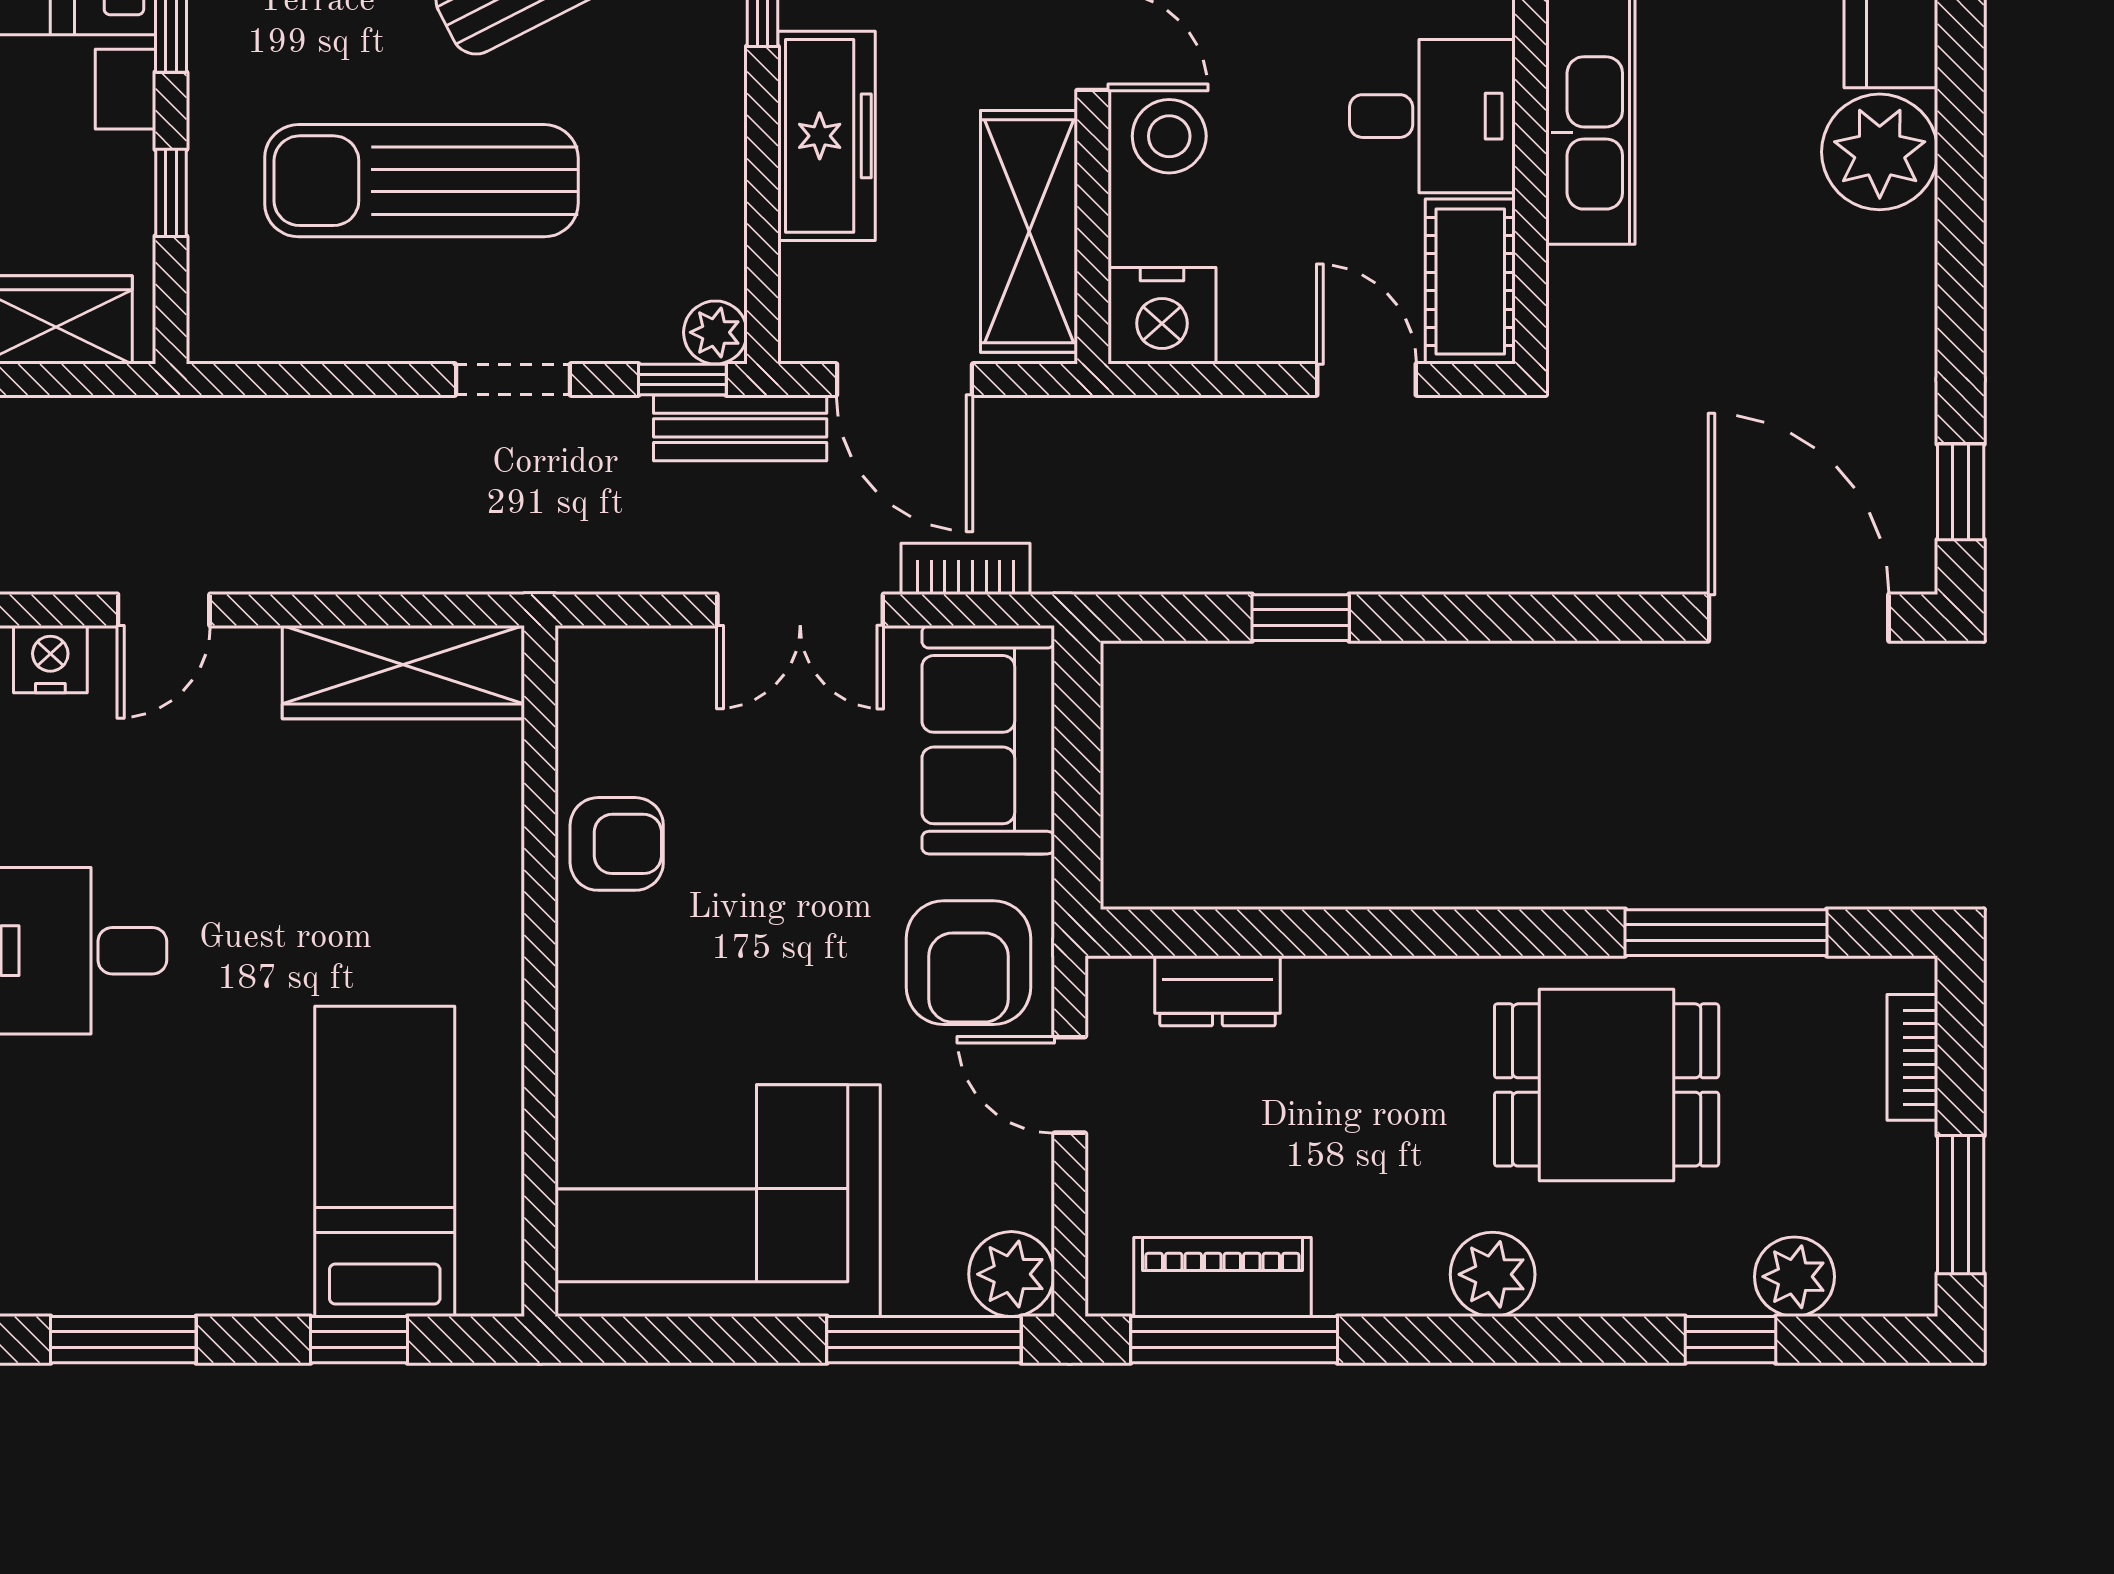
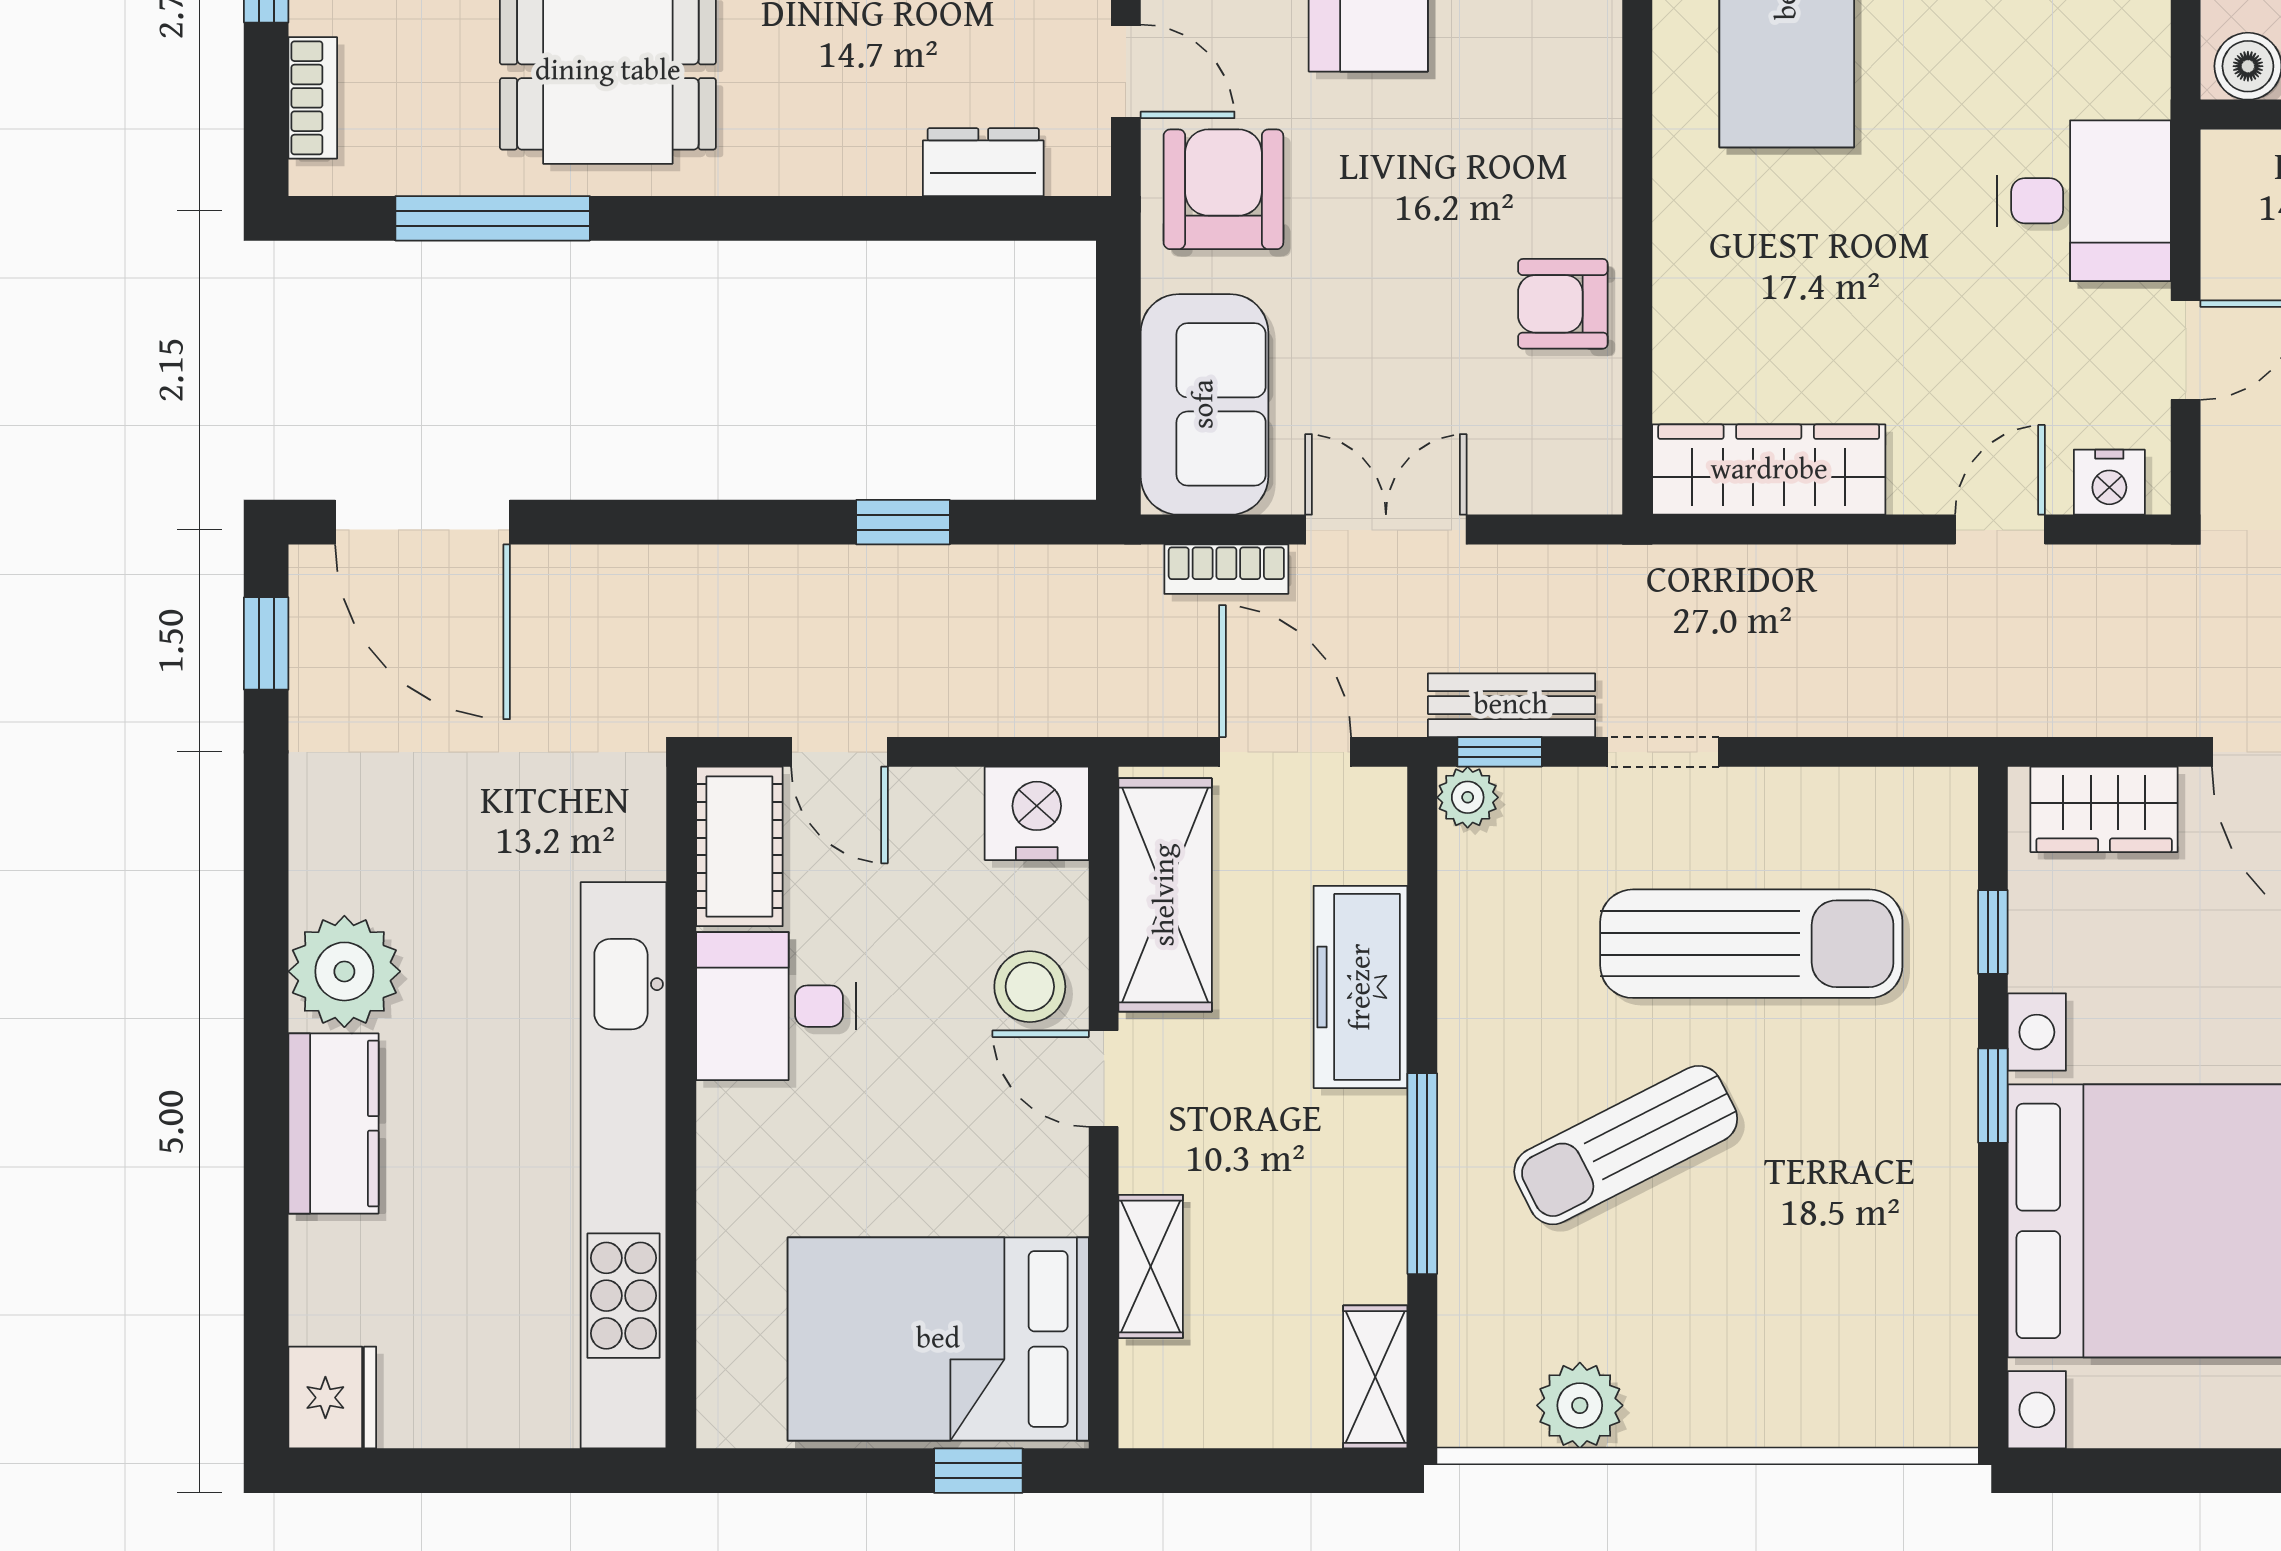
bench: (740, 428) -> (1511, 705), moved

